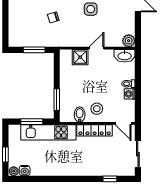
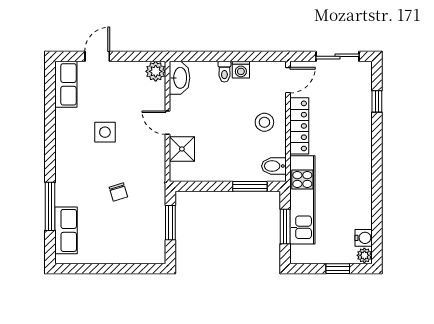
bidet: (80, 115) -> (274, 166), moved

